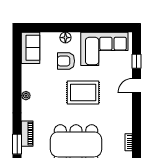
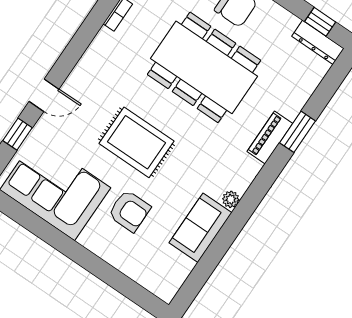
floor lamp: (65, 38) -> (105, 249), removed
sofa: (31, 48) -> (200, 228), moved

